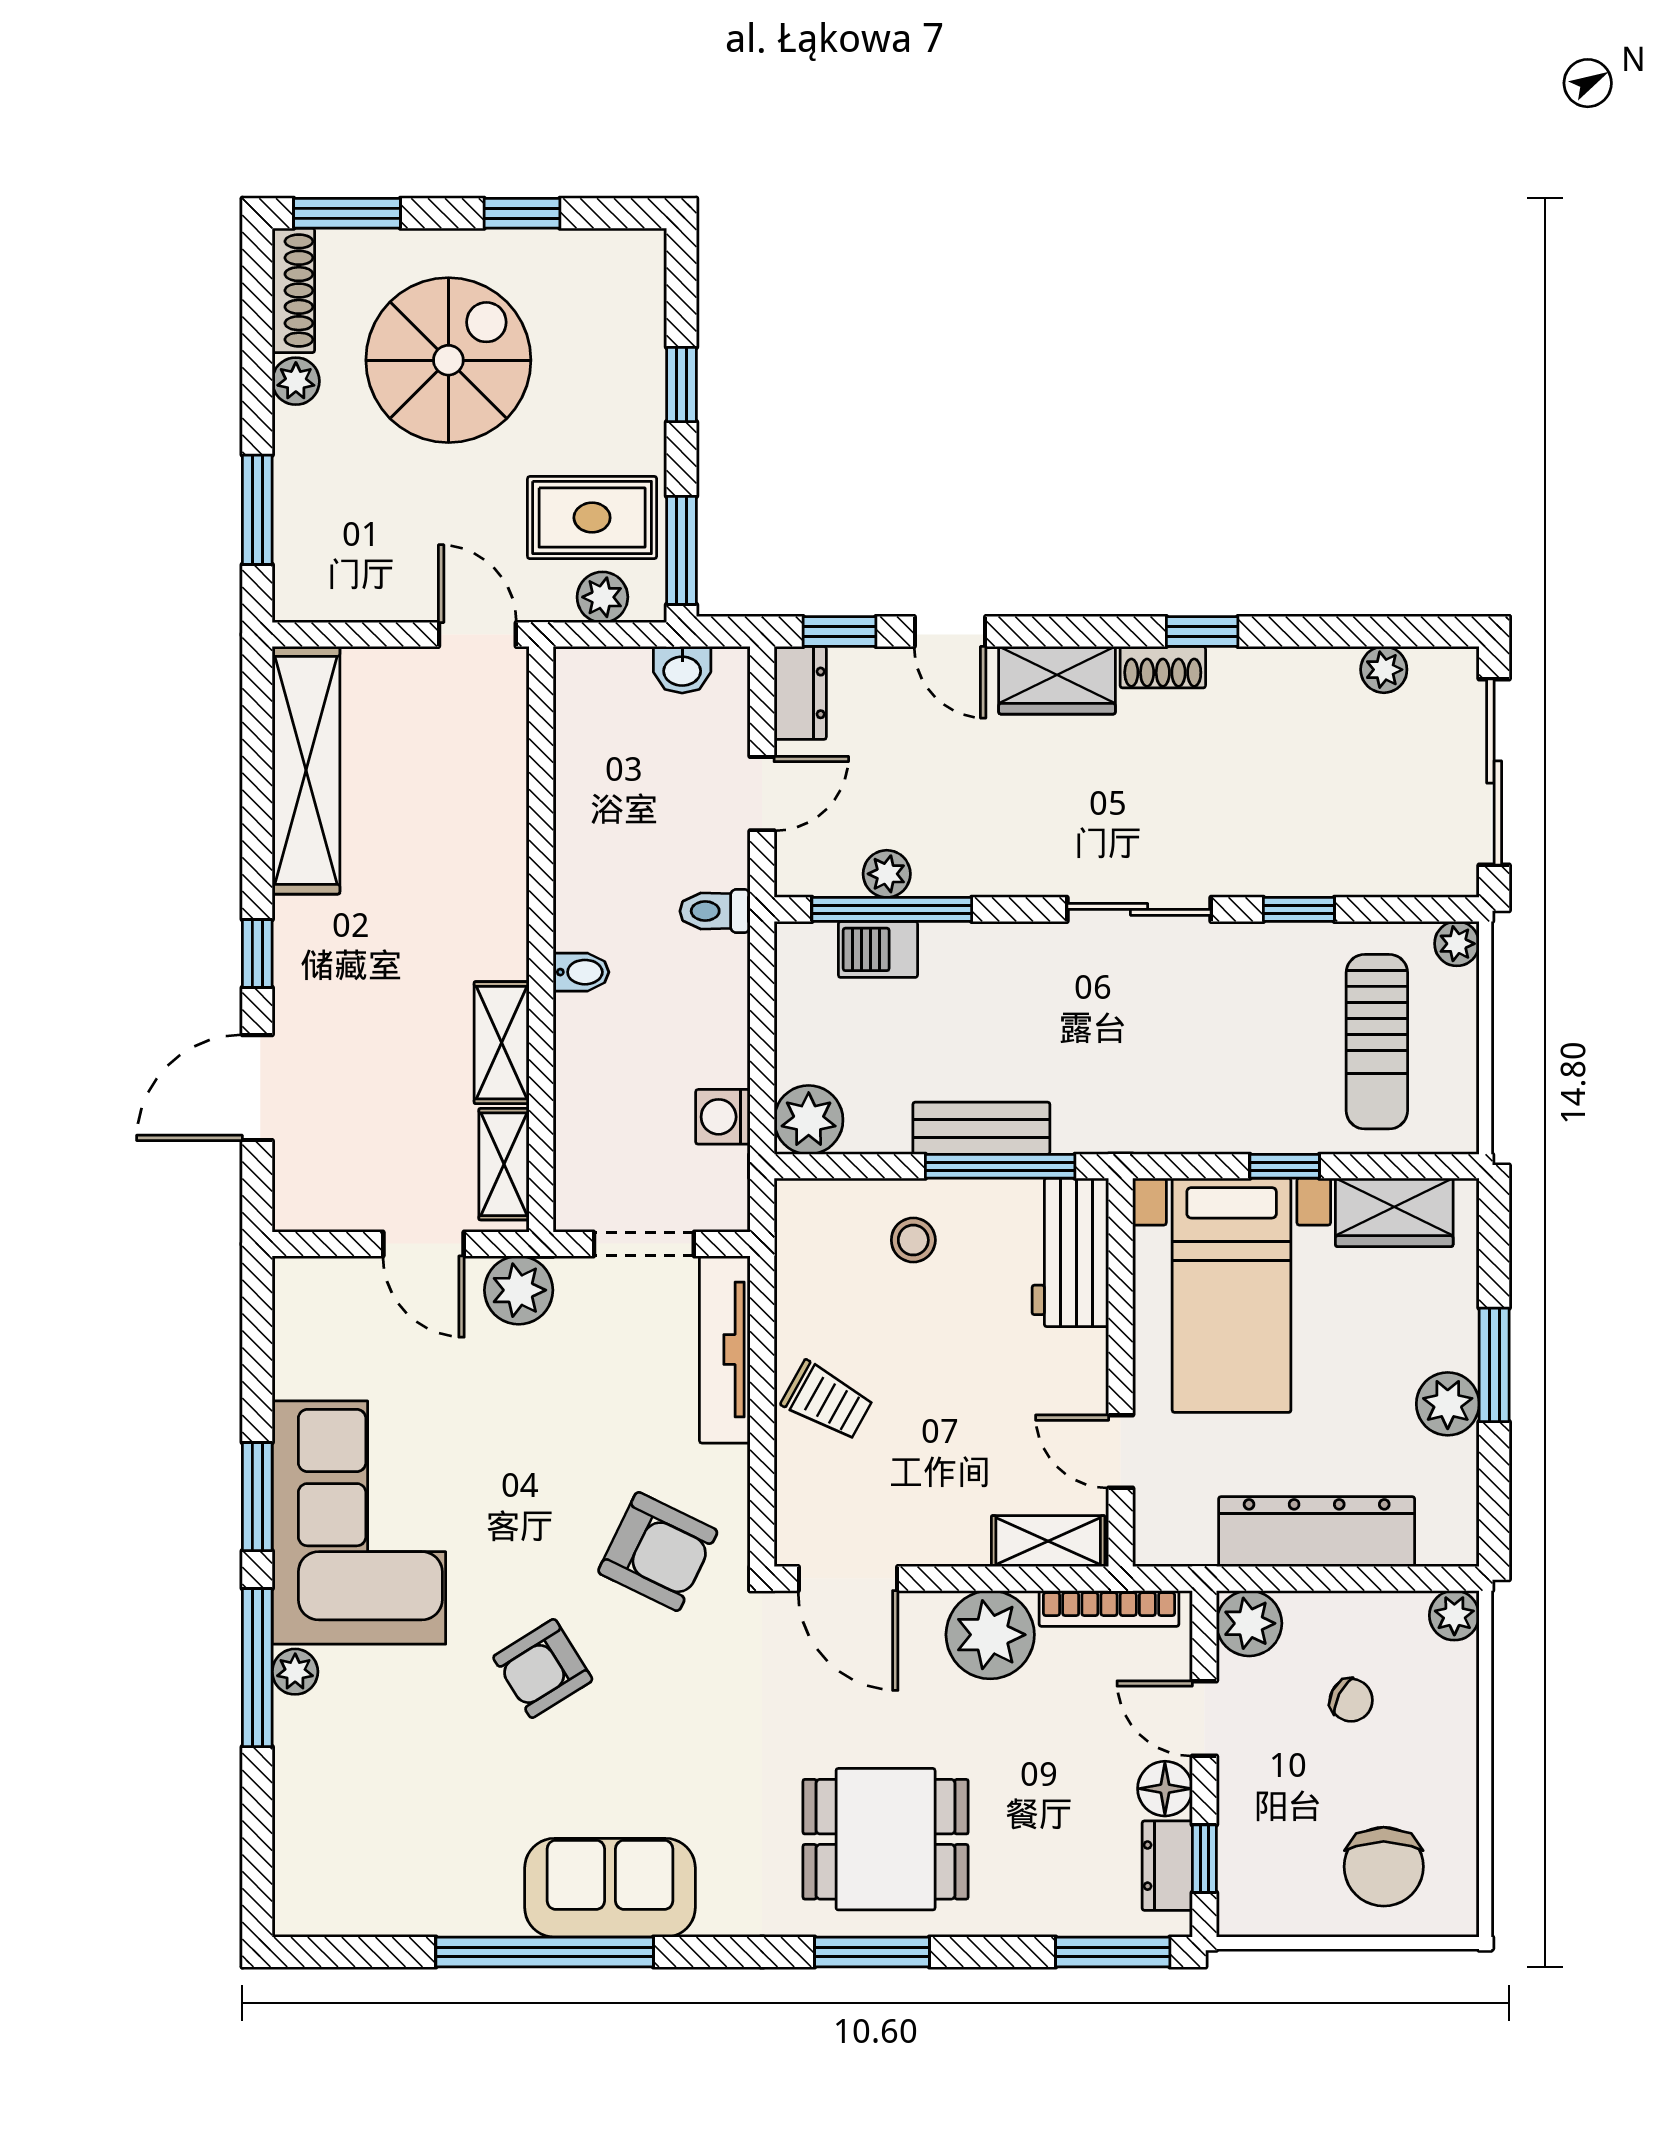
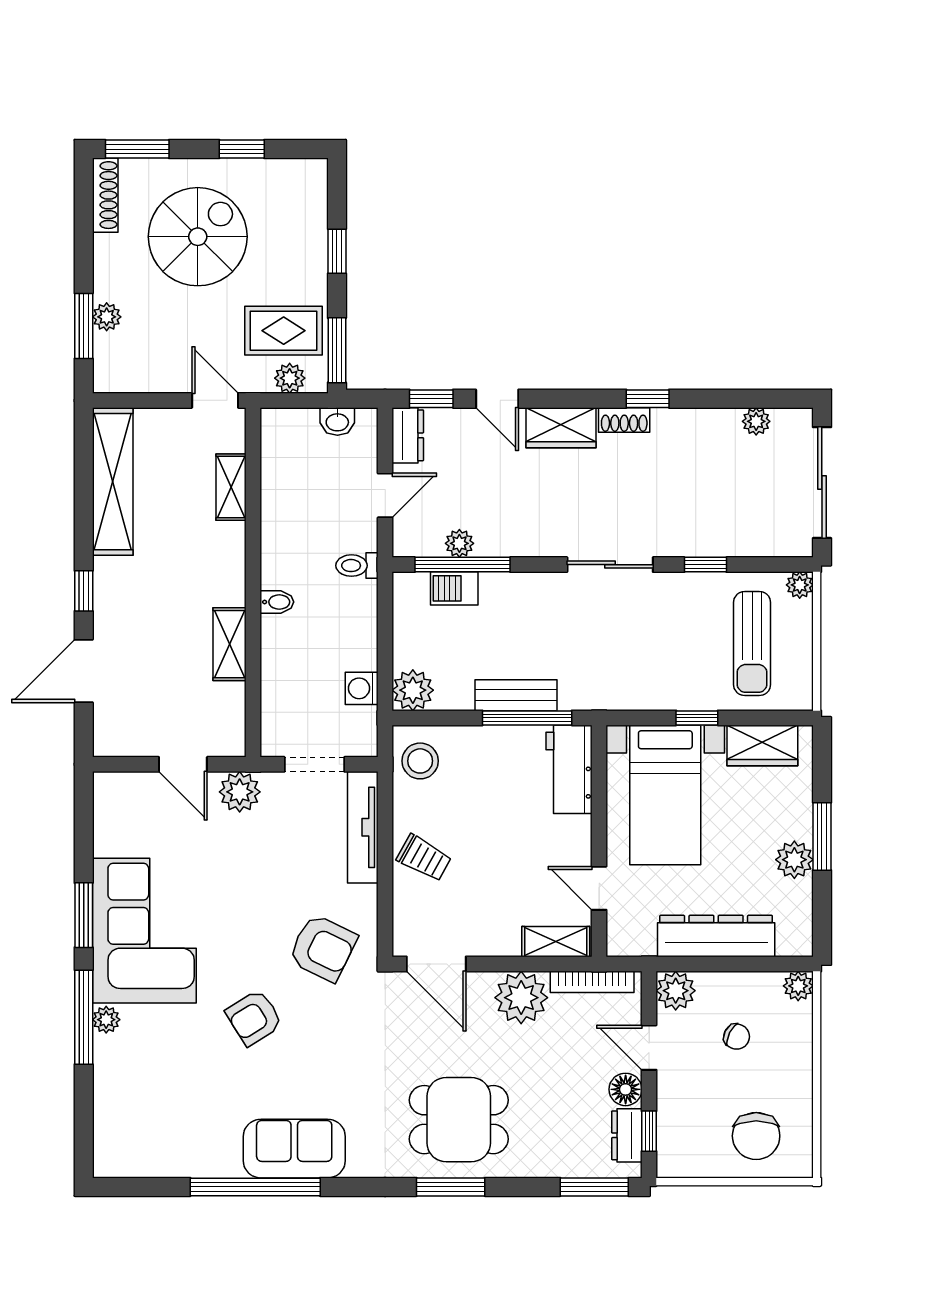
plant: (296, 381) -> (107, 317), moved
shelving: (504, 1164) -> (231, 487), moved
stool: (913, 1240) -> (420, 761), moved, width x1.37, depth x1.37

